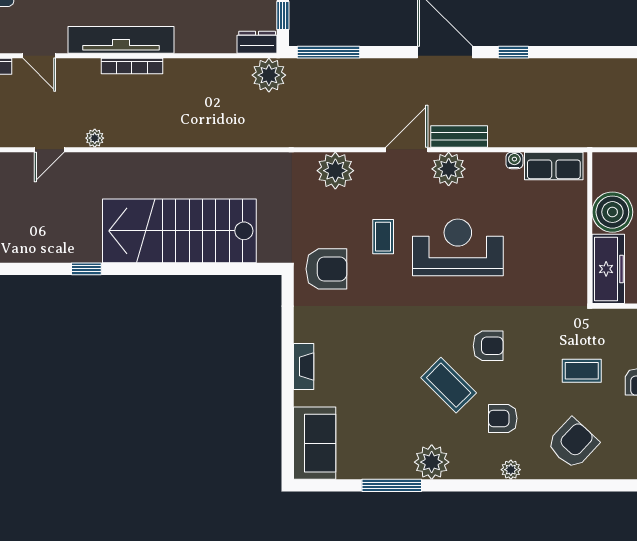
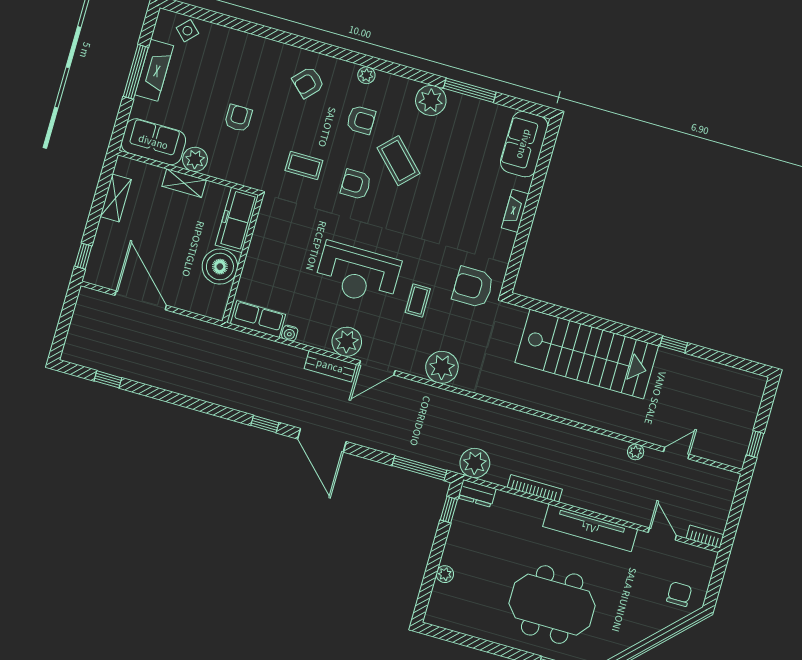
bookcase: (132, 66) -> (535, 488), moved
coffee table: (582, 371) -> (304, 166), moved
armchair: (573, 443) -> (308, 82), width x0.72, depth x0.72

